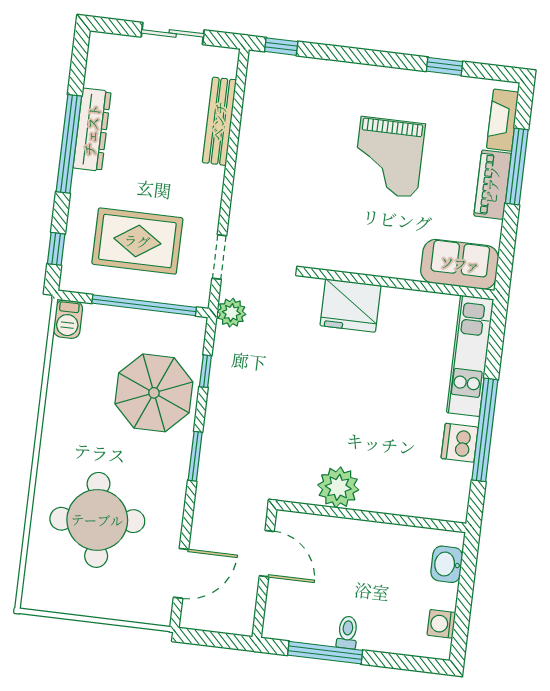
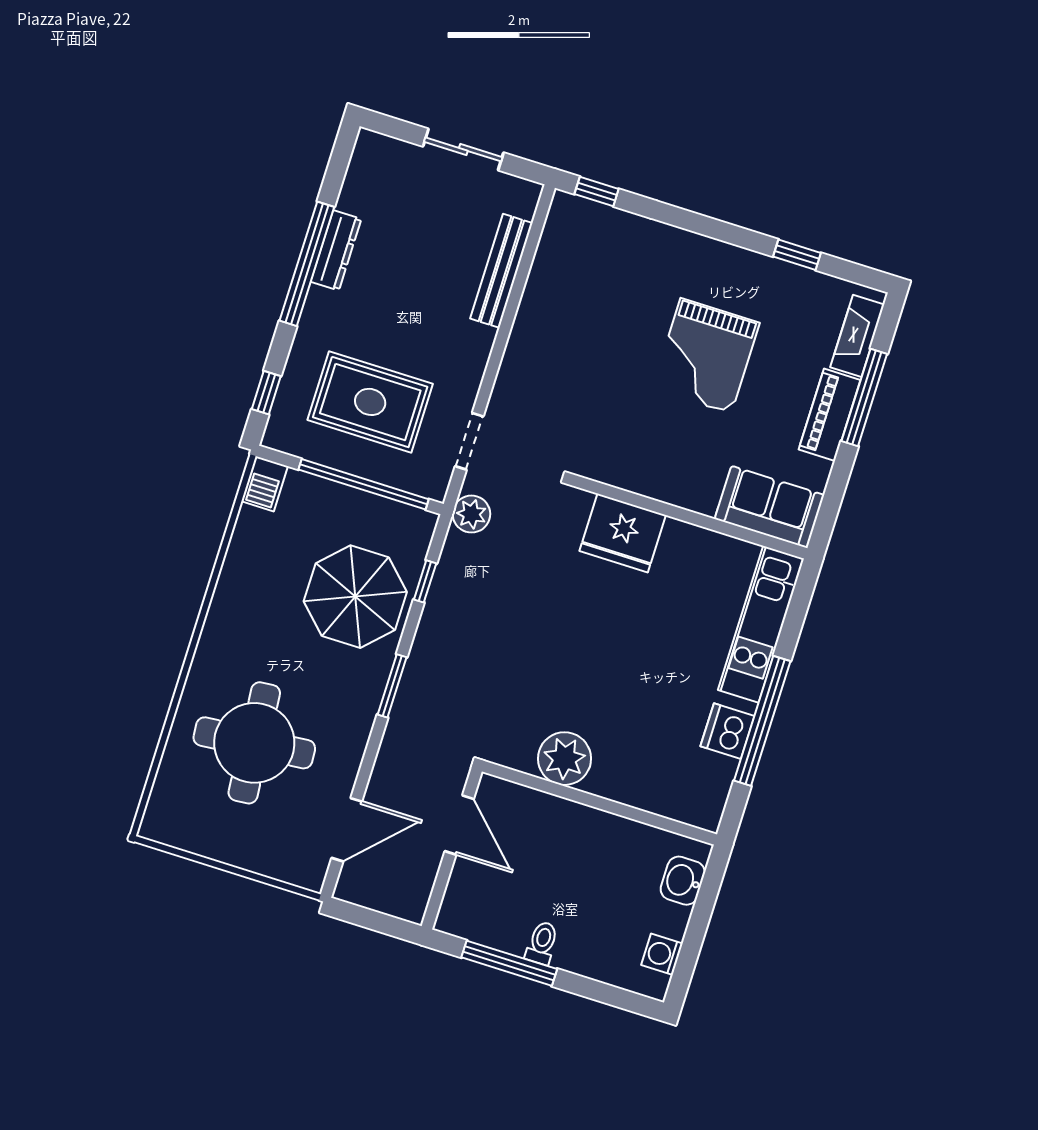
dresser: (92, 130) -> (336, 250), width x0.73, depth x0.80

